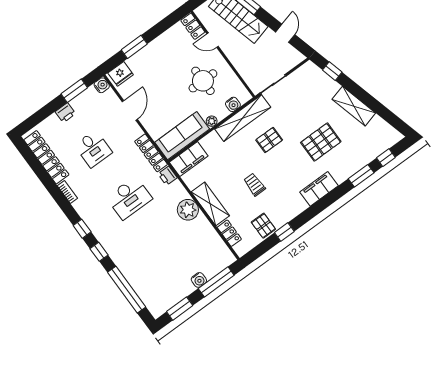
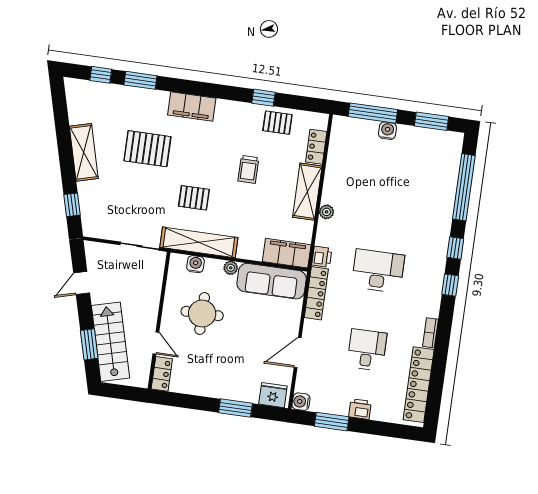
plant: (188, 210) -> (327, 212), width x0.53, depth x0.53
pallet: (263, 226) -> (277, 123), turned 90

